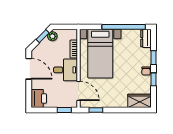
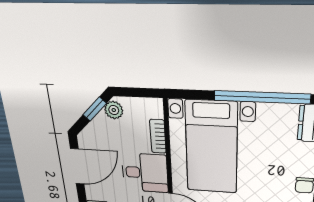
door: (29, 69) -> (77, 166), hinge flipped

